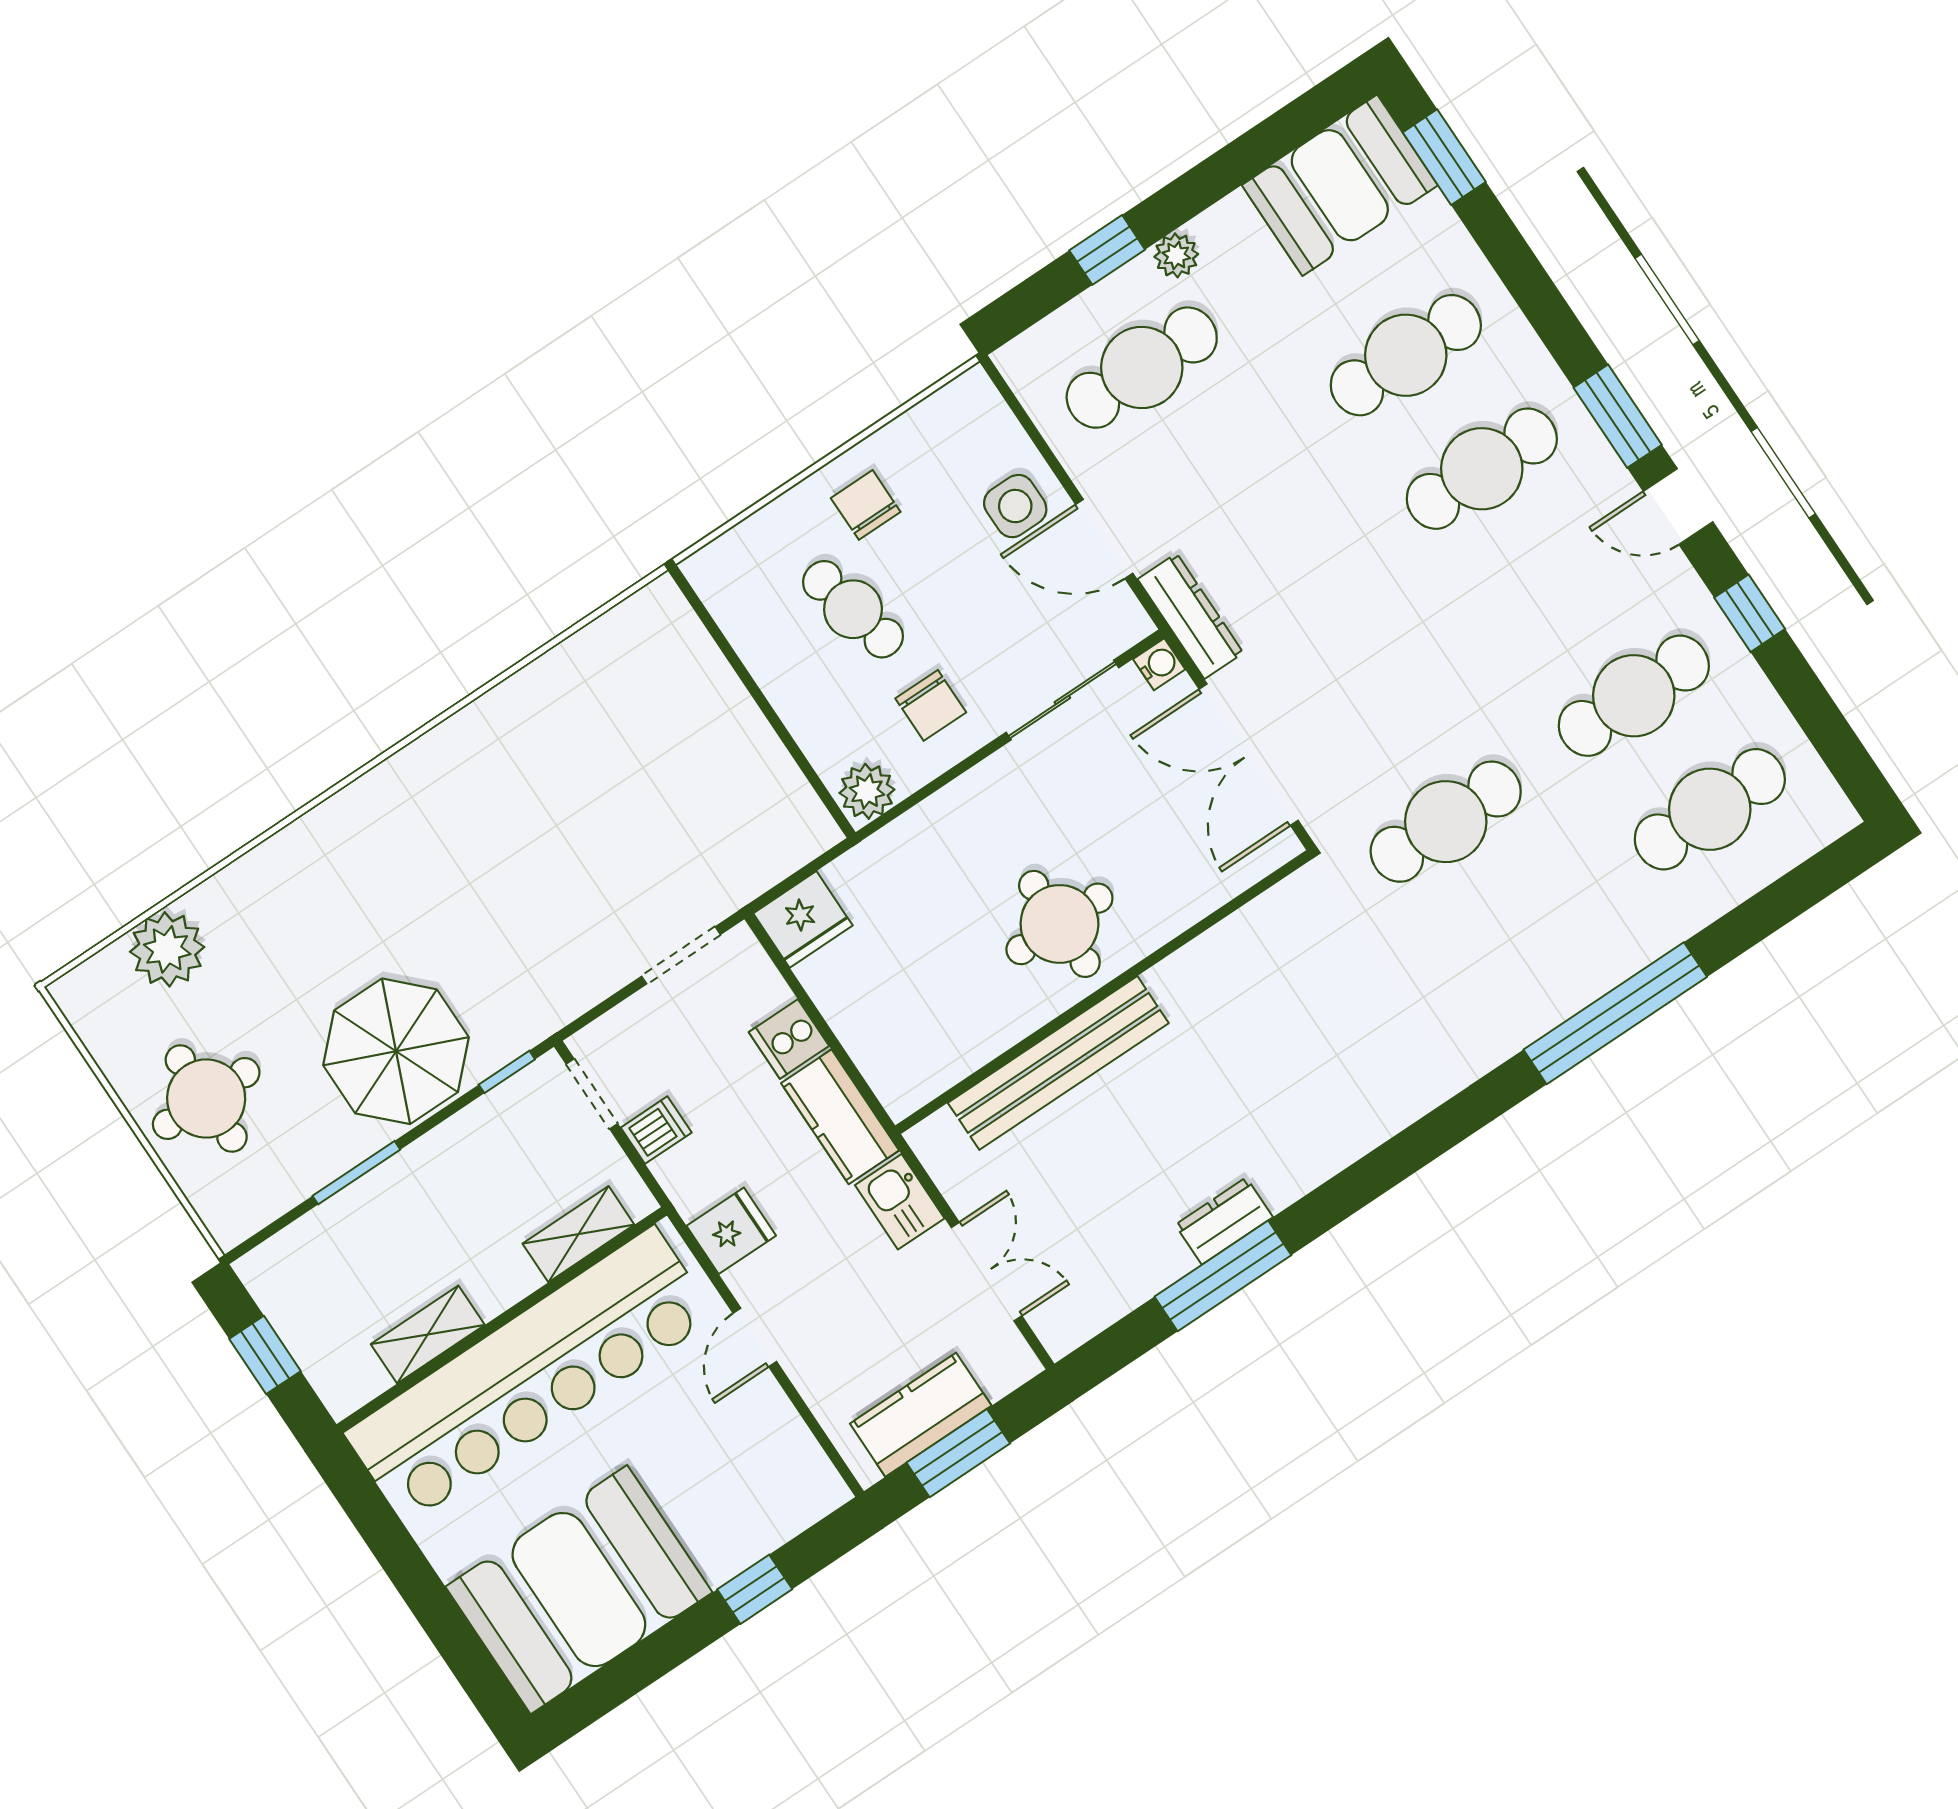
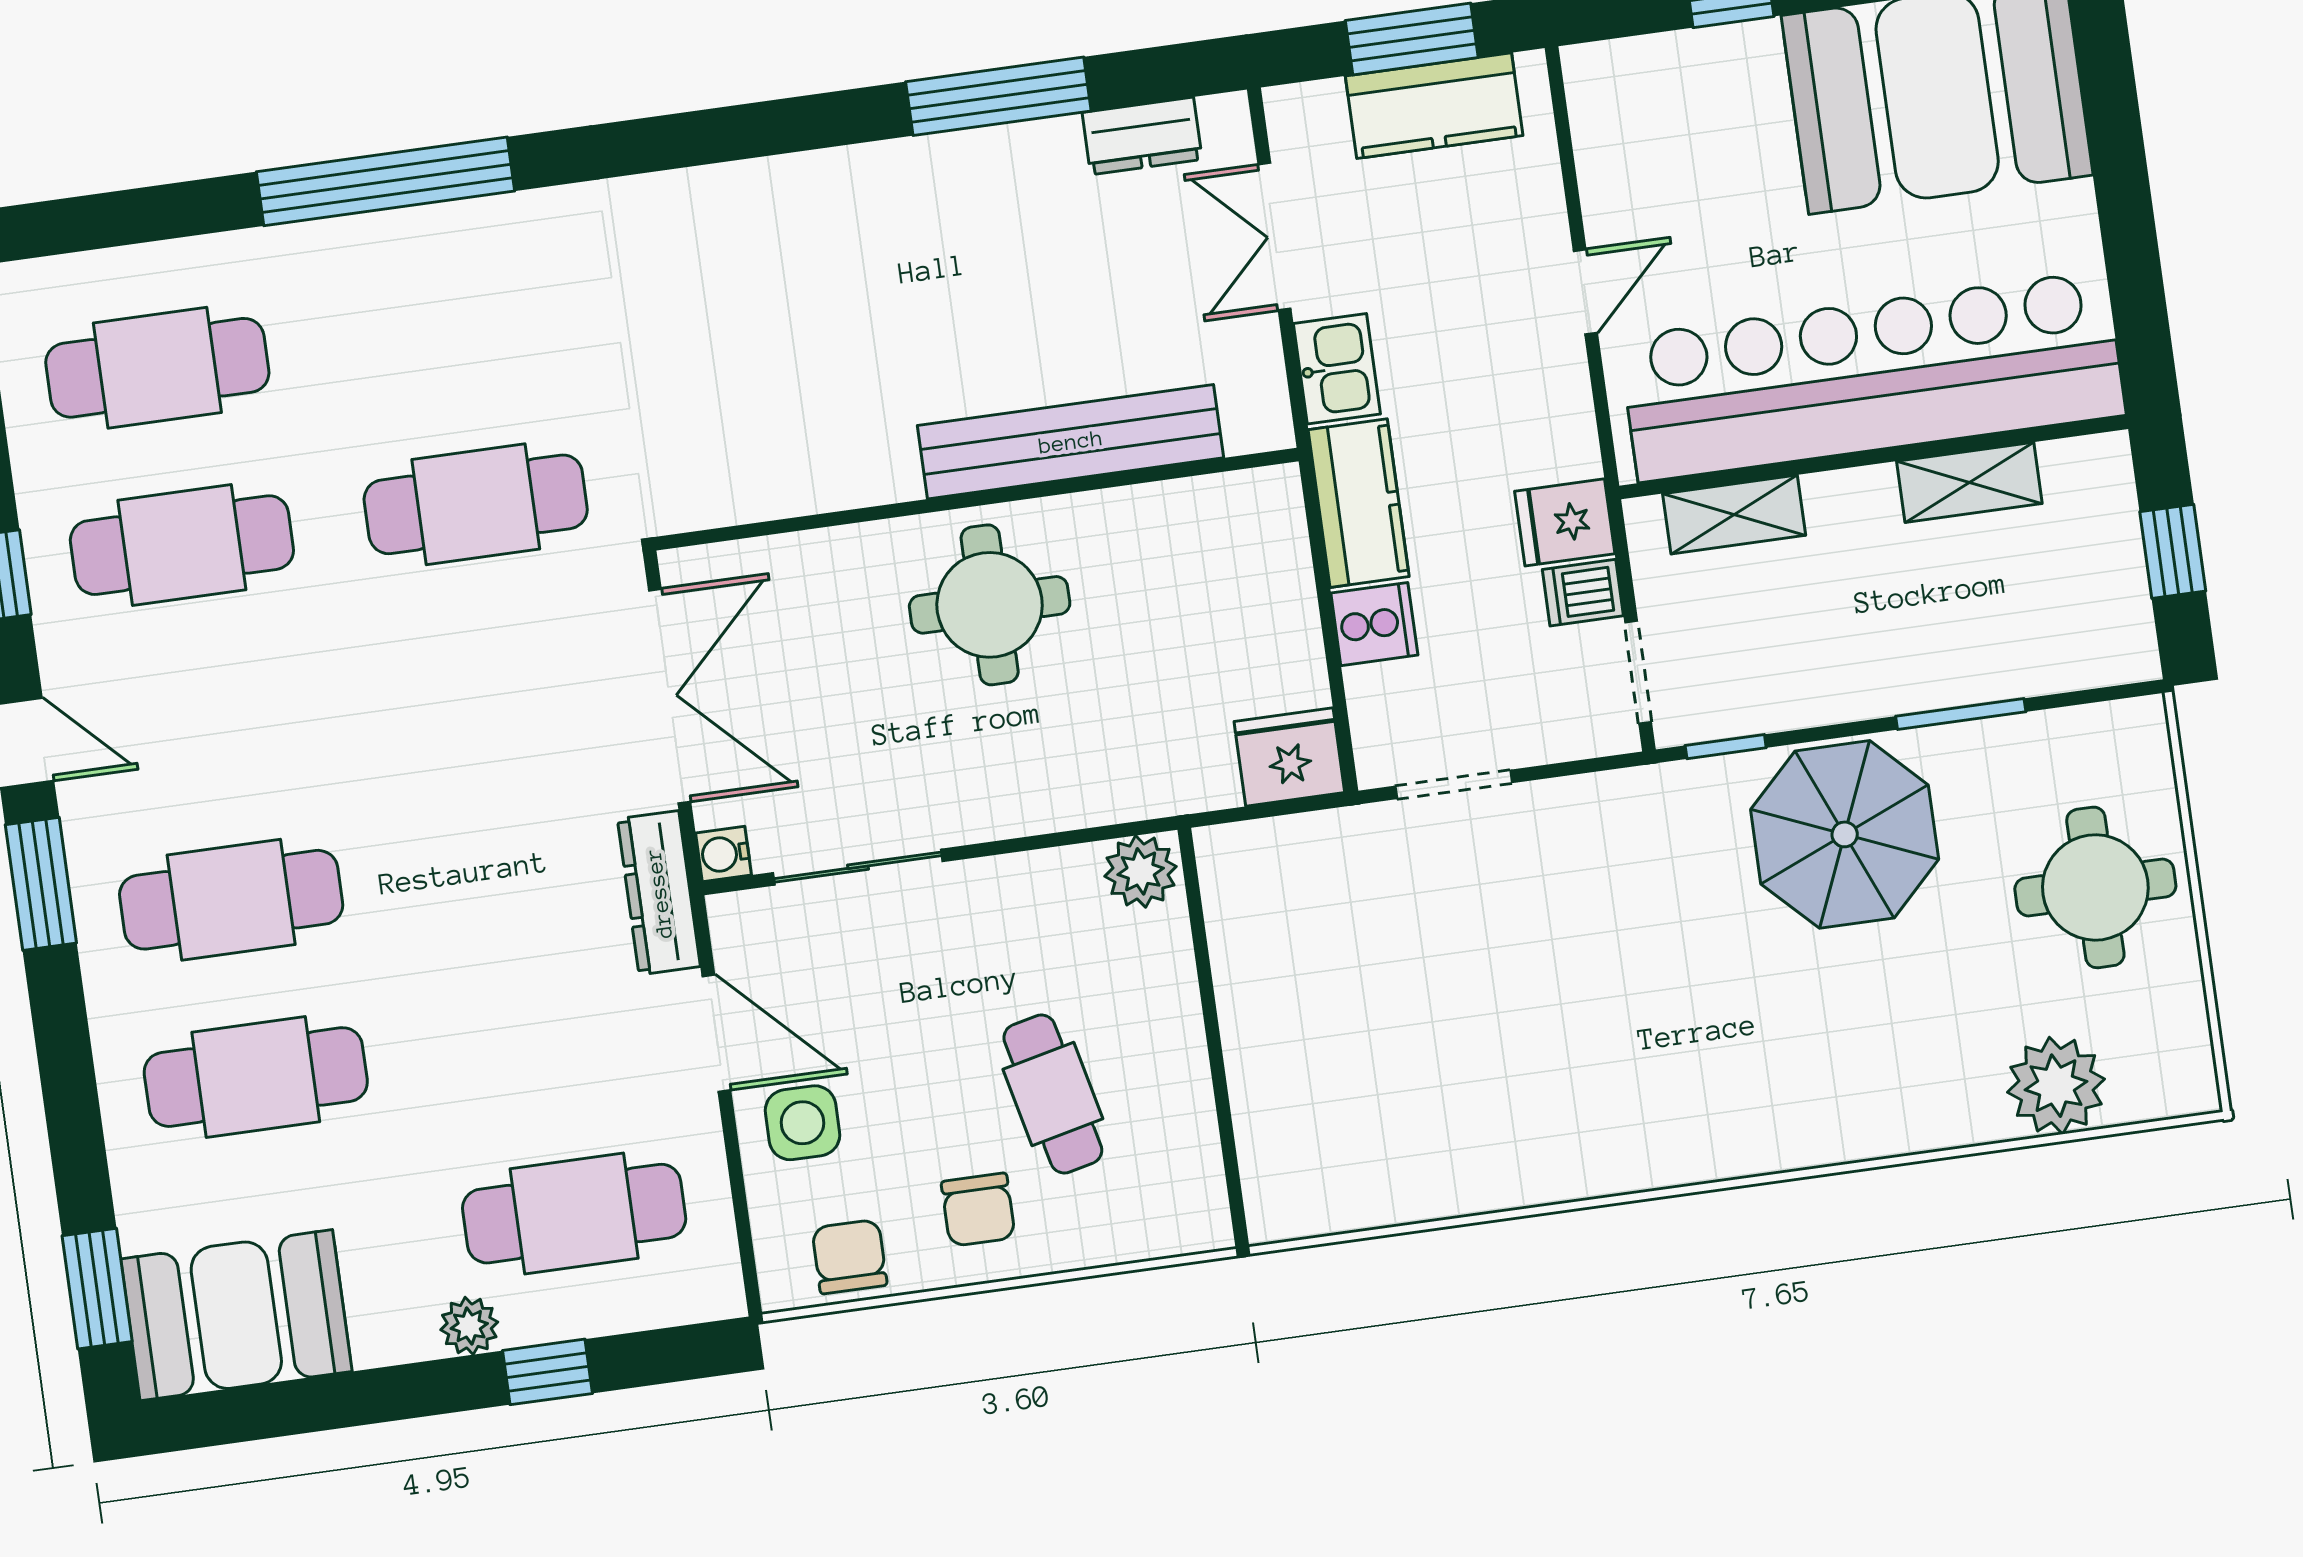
chair: (931, 705) -> (849, 1257), moved
dresser: (1224, 1221) -> (1142, 136), moved
fridge: (731, 1231) -> (1565, 522), moved

